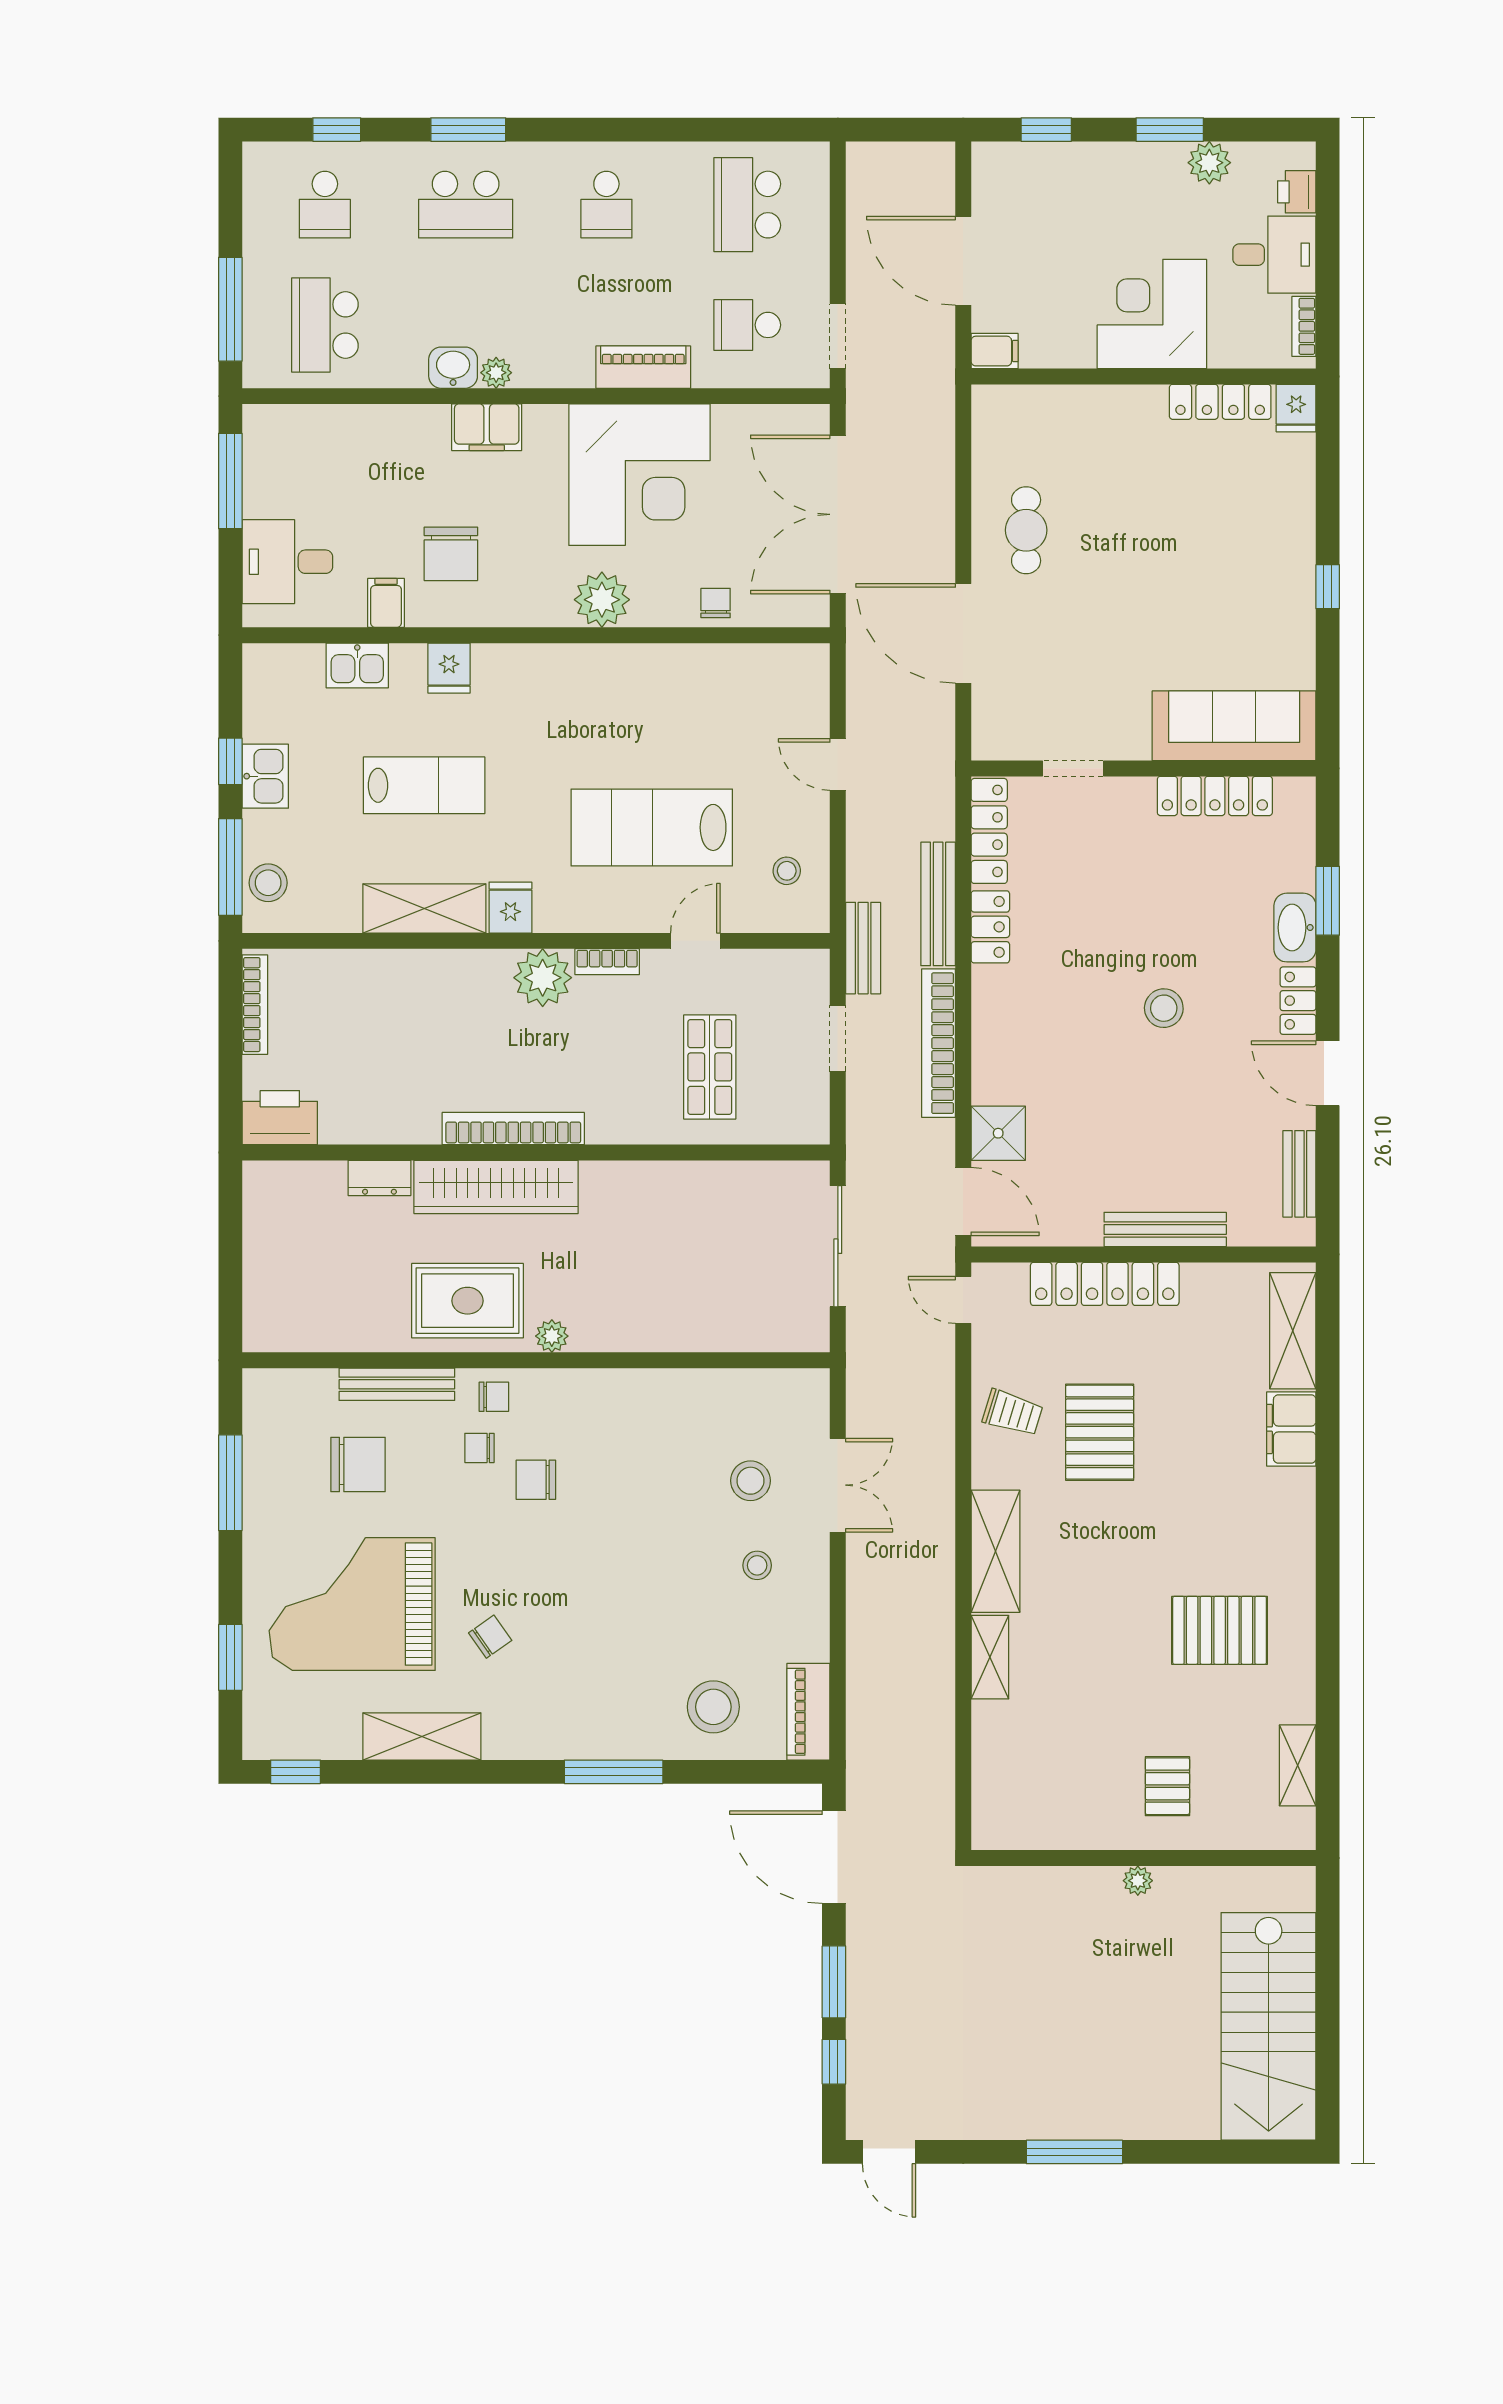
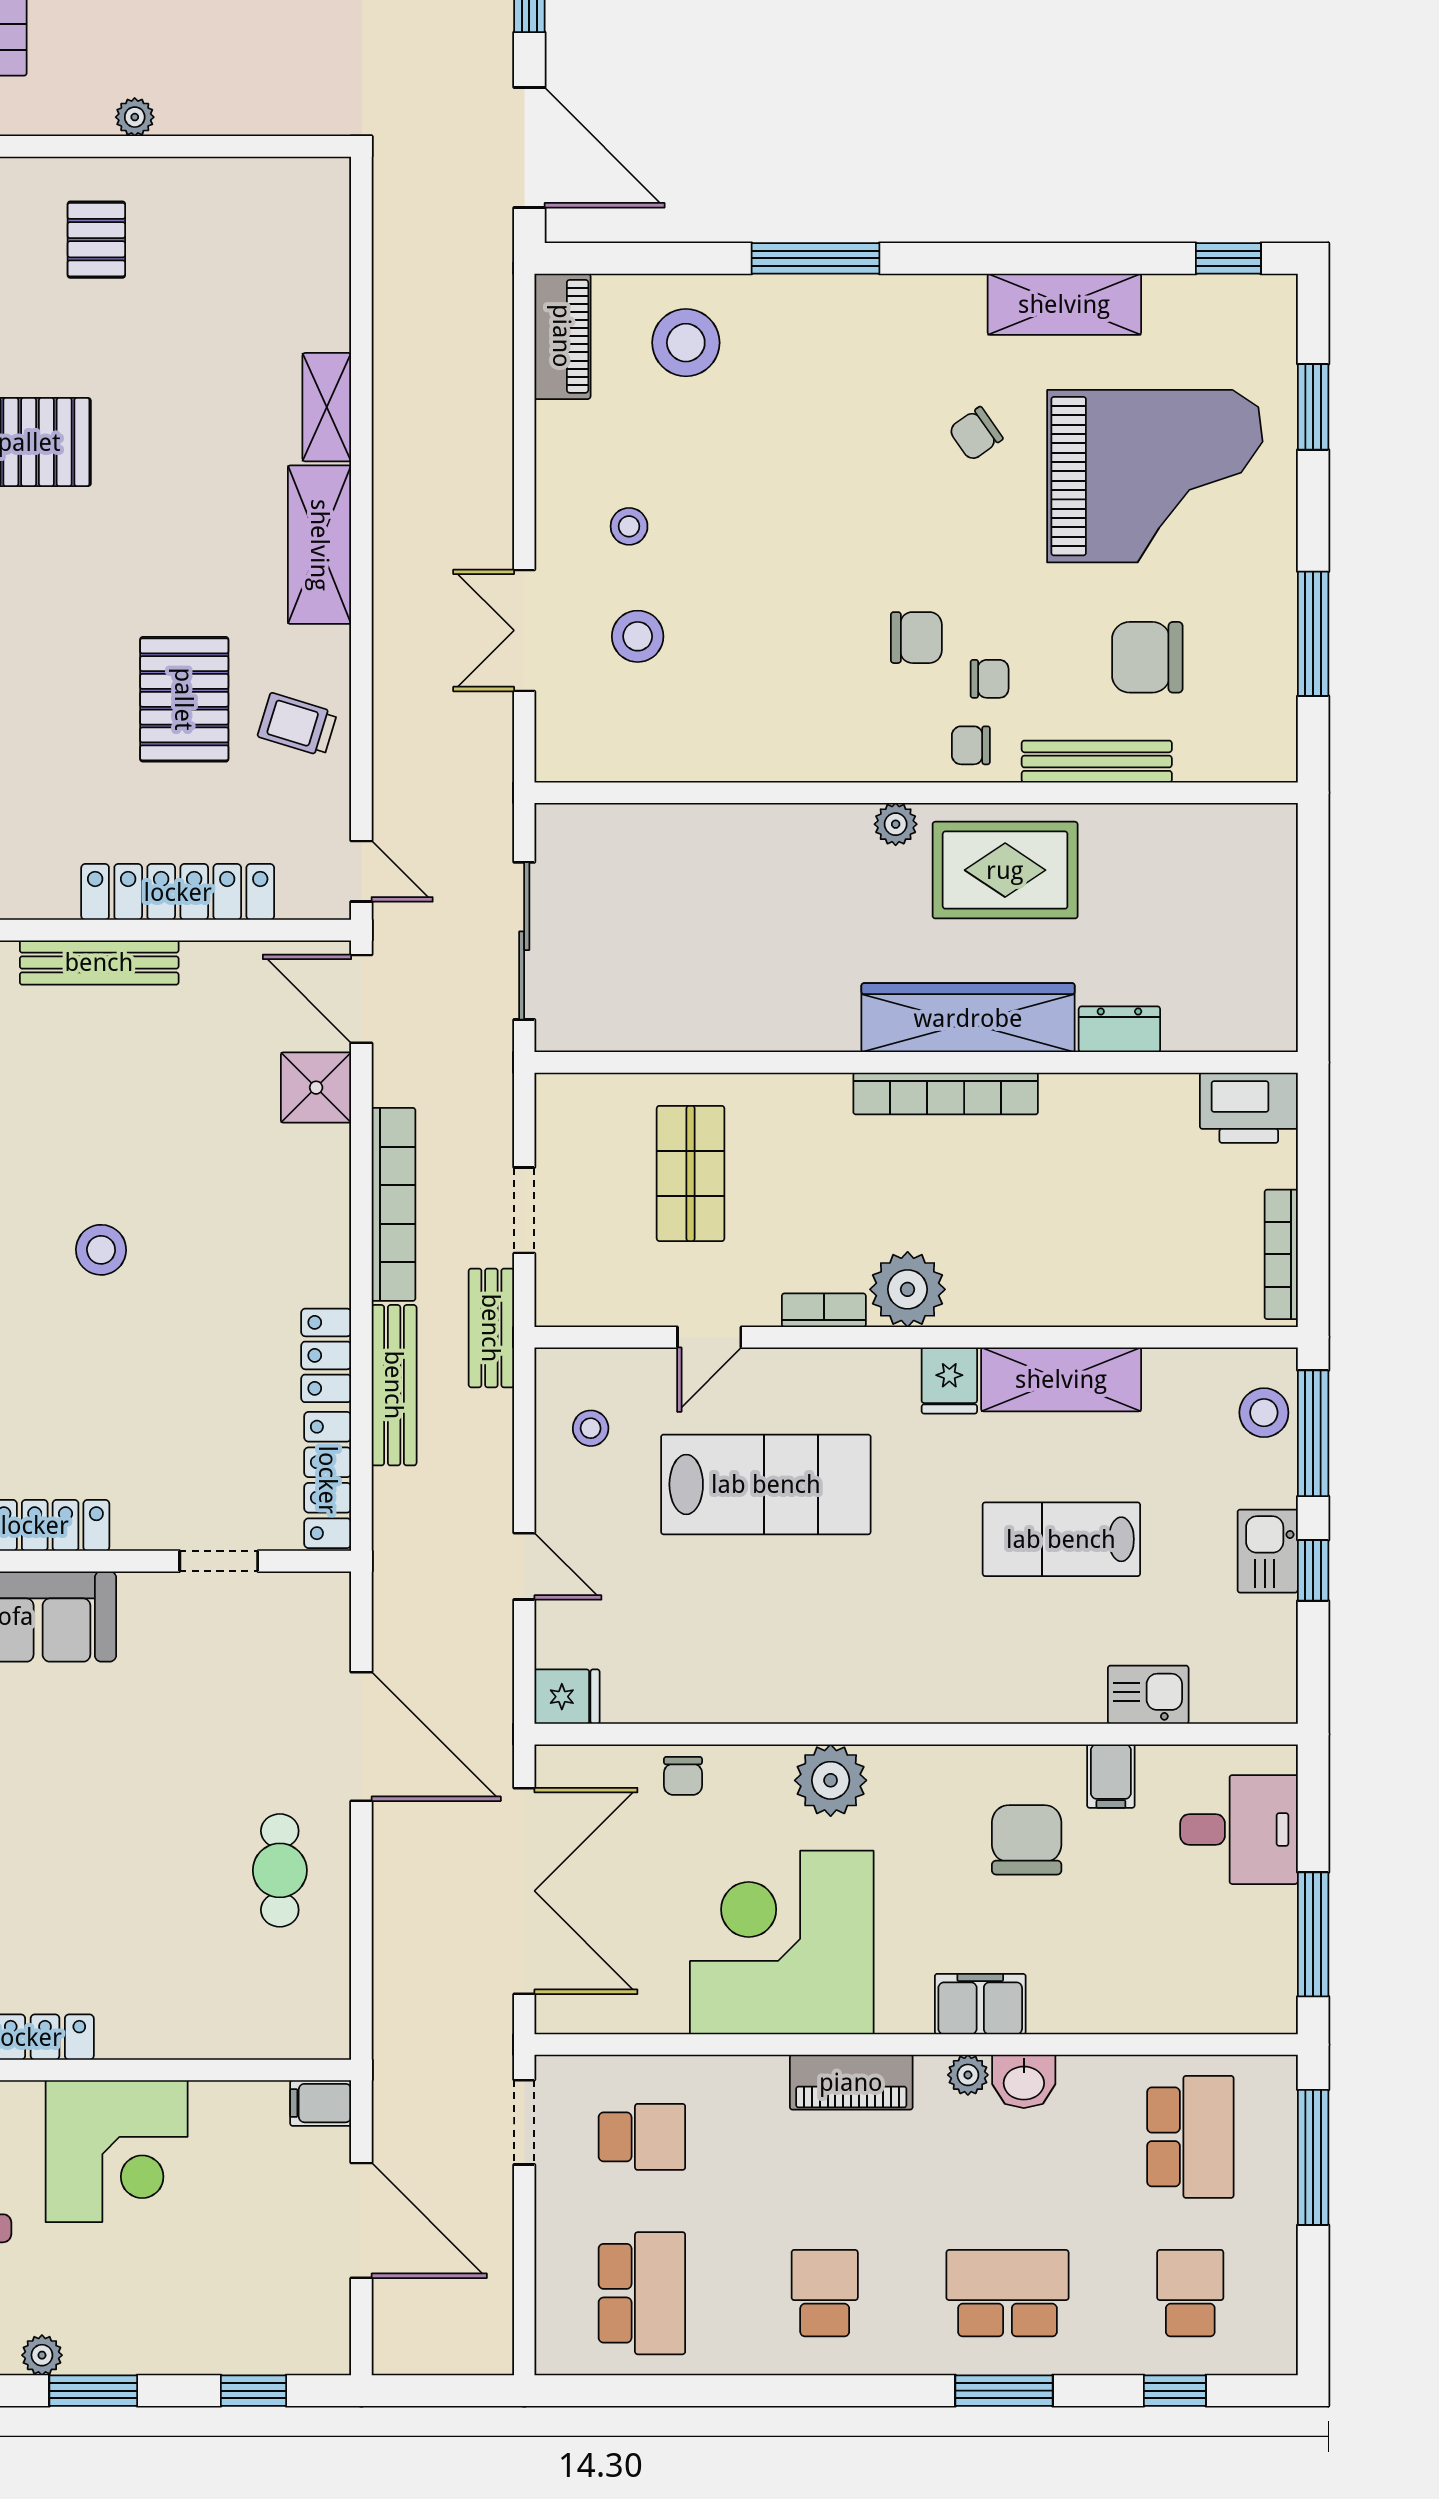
plant: (1209, 163) -> (42, 2355), width x0.73, depth x0.73
piano: (643, 367) -> (851, 2082), moved
fridge: (449, 668) -> (567, 1697), moved, turned 90

